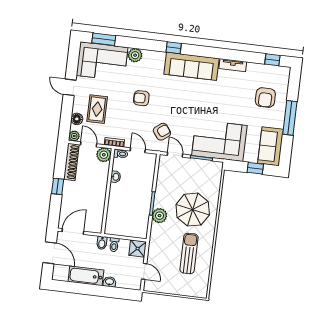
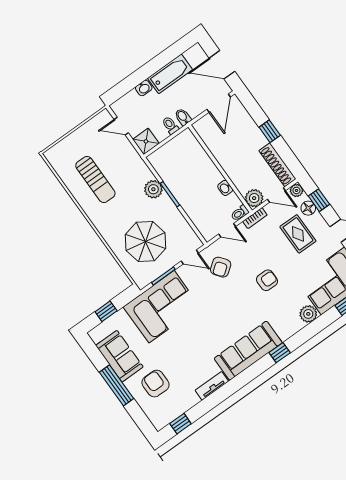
window: (66, 118) -> (319, 200), added
sofa: (271, 146) -> (119, 356), moved
parasol: (193, 210) -> (145, 242), moved

